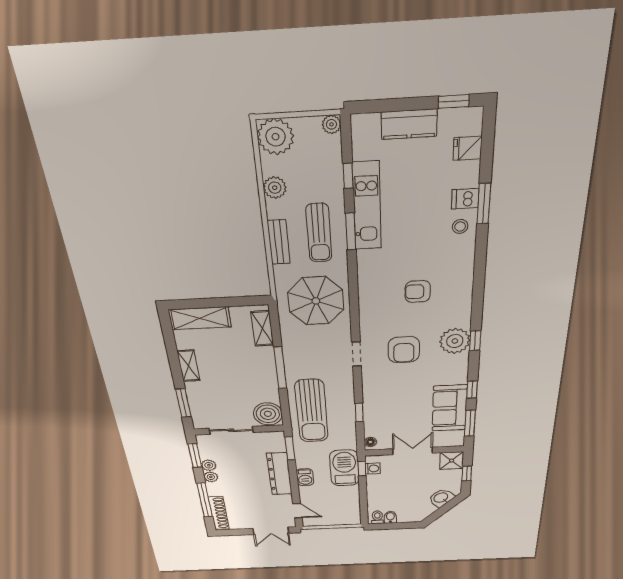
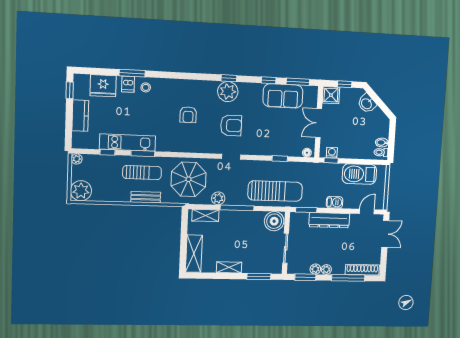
fridge: (468, 148) -> (103, 86), width x1.88, depth x1.34
plant: (275, 188) -> (218, 198), moved
barbecue: (344, 468) -> (359, 174), moved

